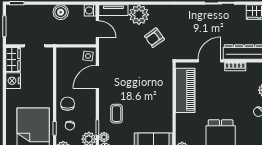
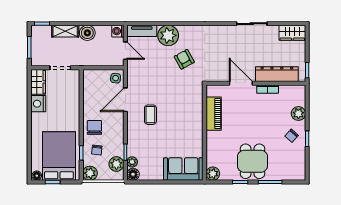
shelving: (39, 10) -> (65, 31), added
armchair: (154, 38) -> (184, 59), turned 97
door: (209, 61) -> (241, 83), hinge flipped
piano: (185, 90) -> (214, 114), width x0.73, depth x0.75
coffee table: (117, 114) -> (150, 115), moved

